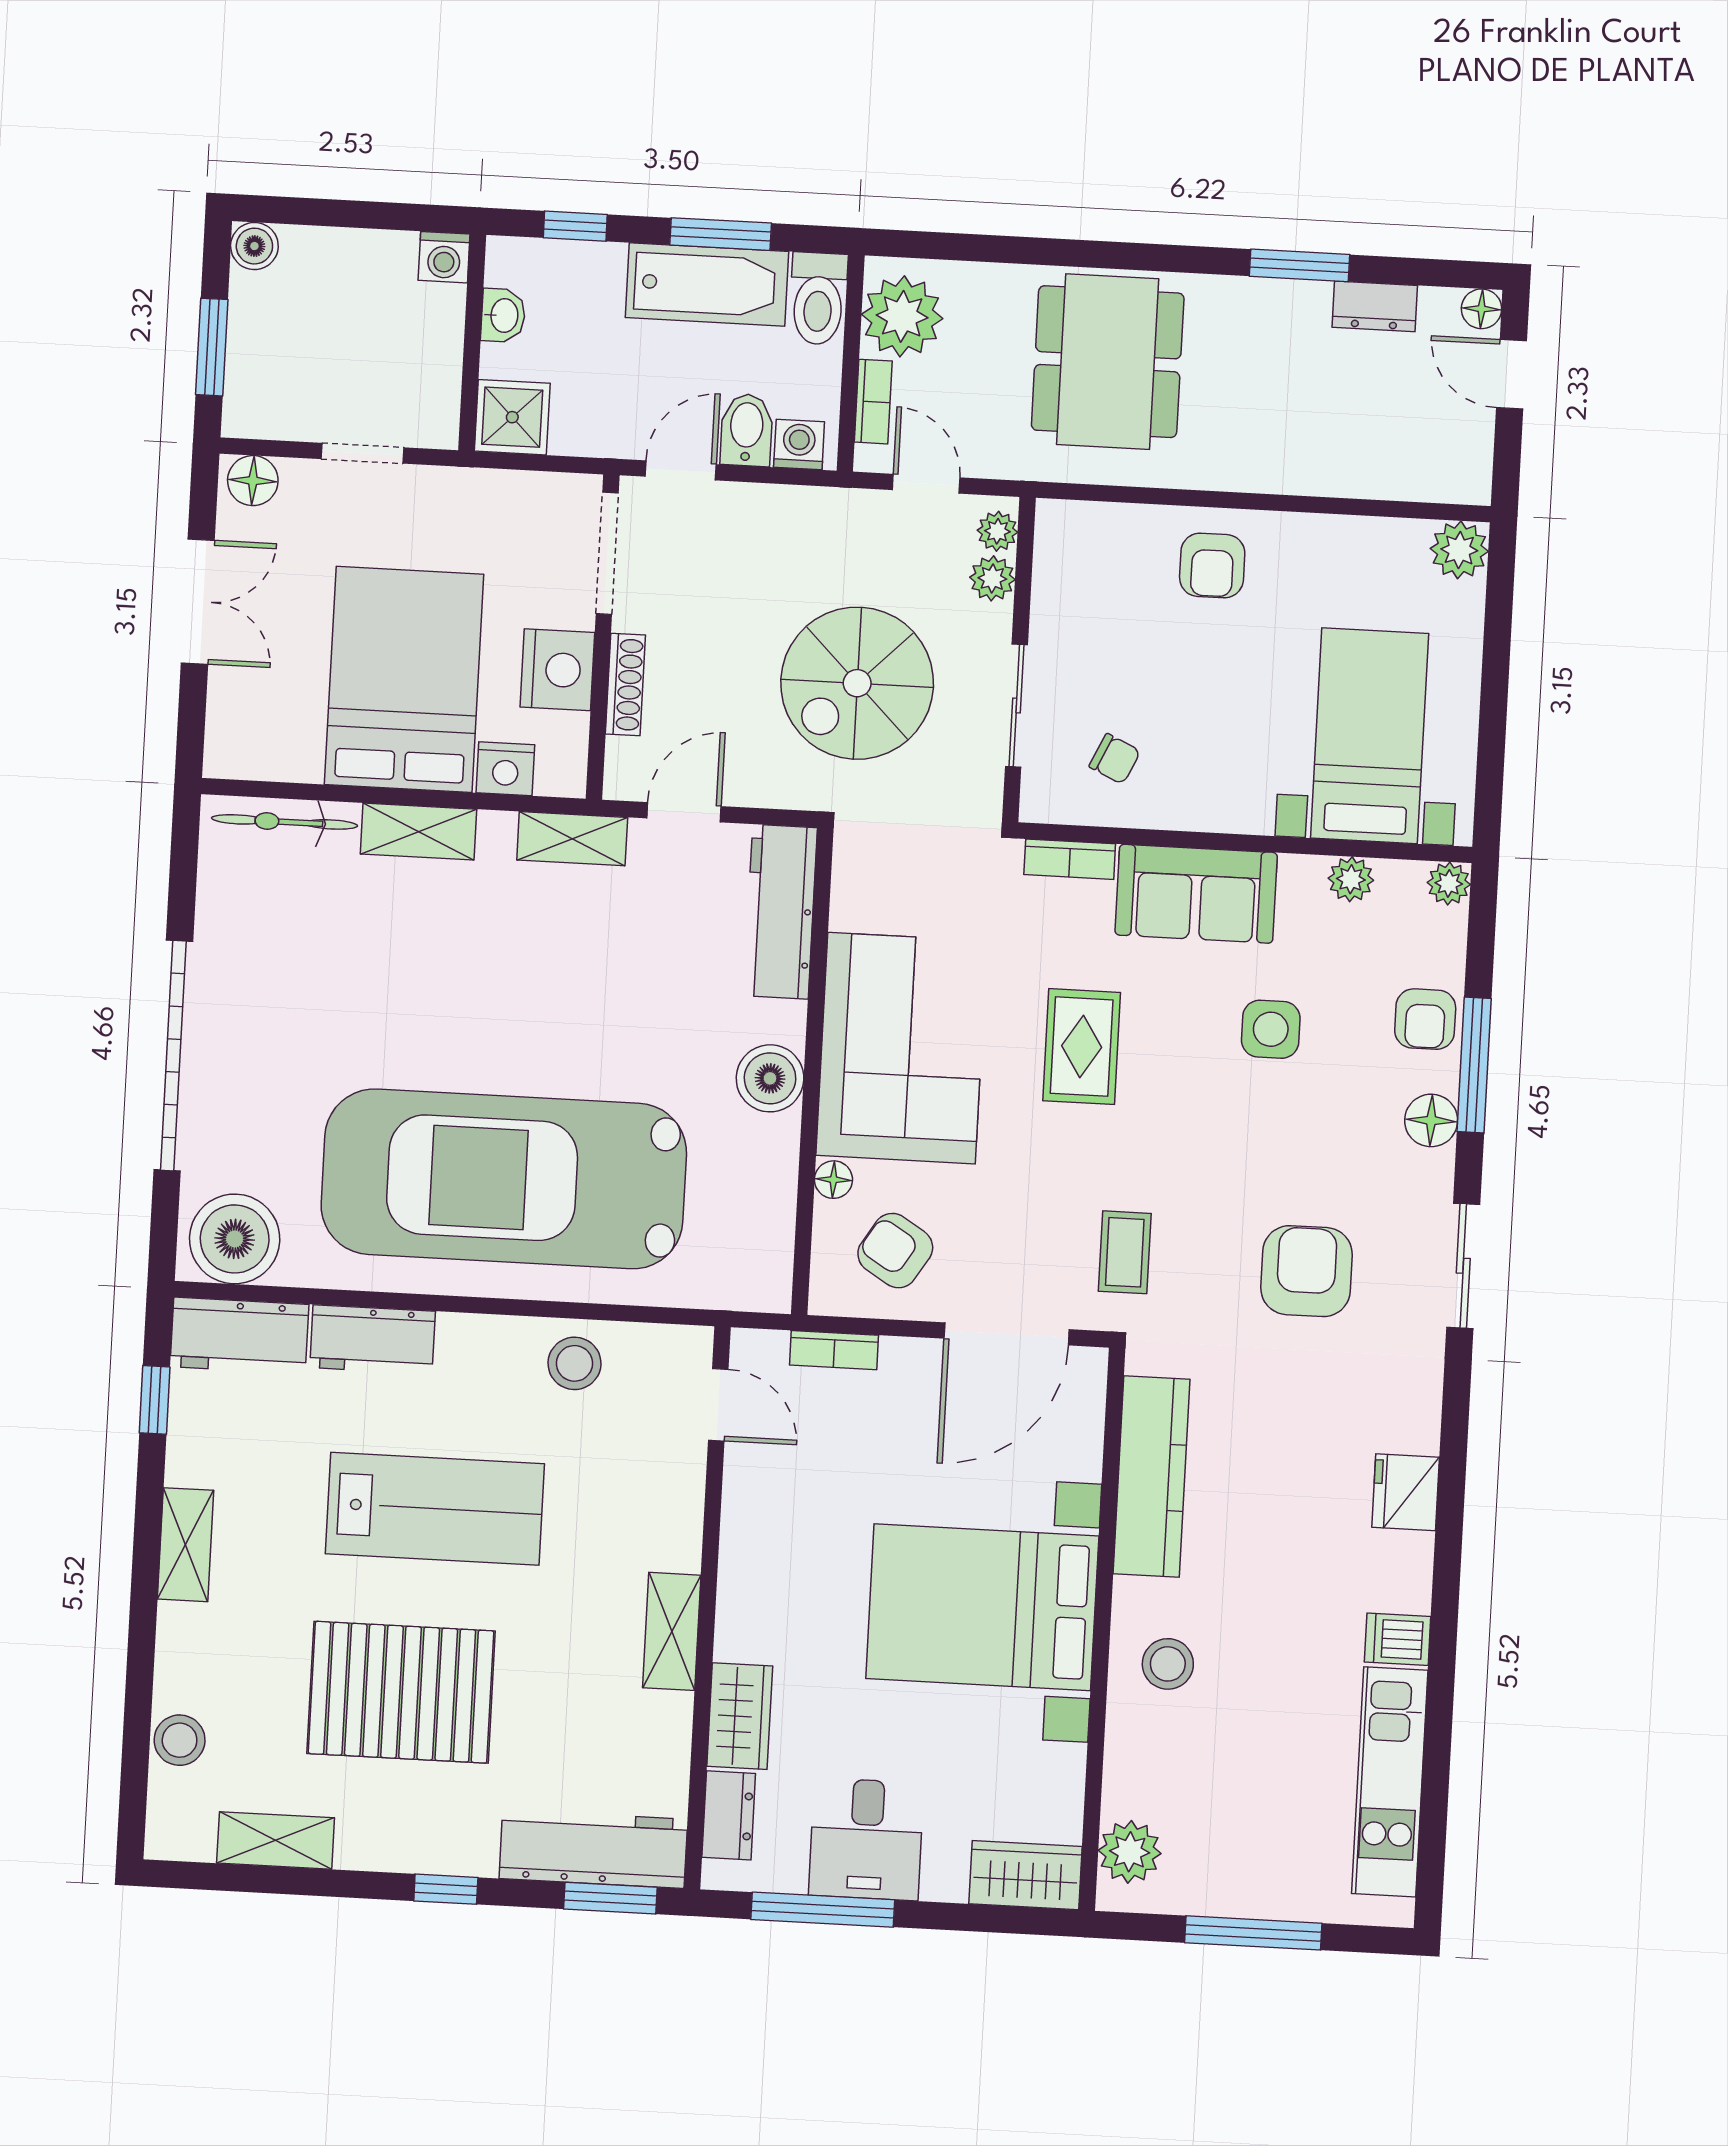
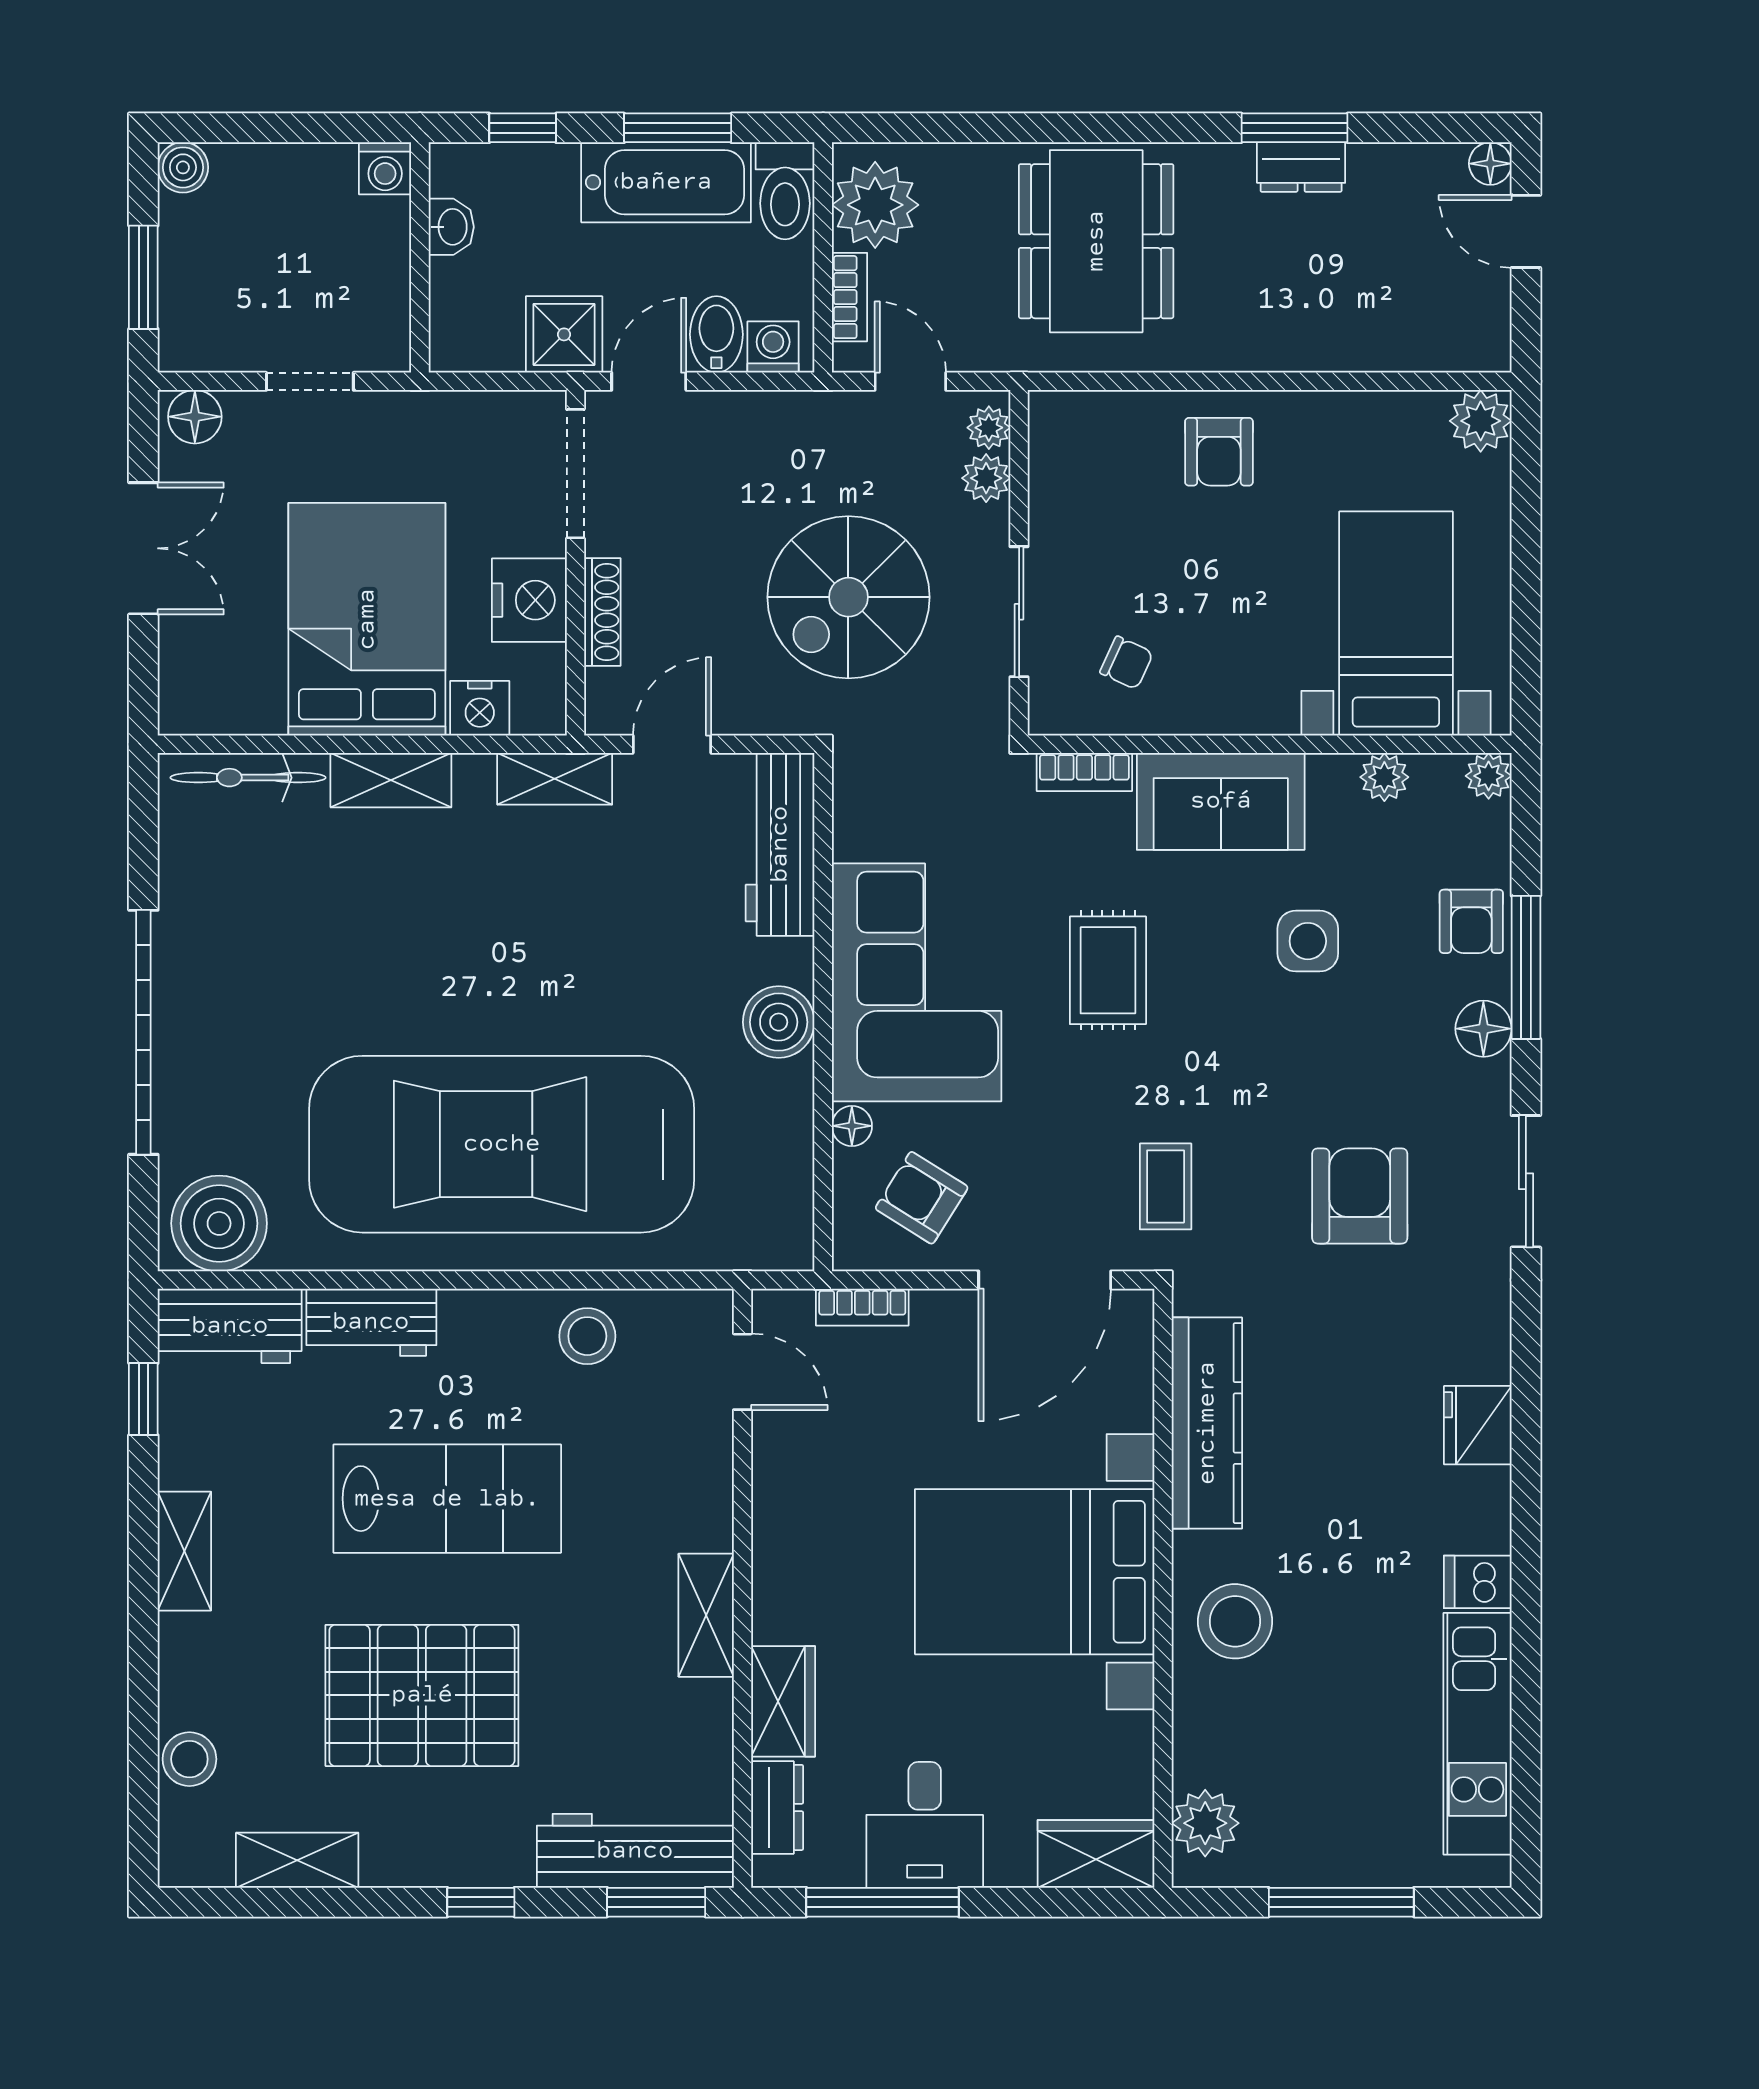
dresser: (1375, 306) -> (1301, 167), moved
shower: (512, 417) -> (564, 334), moved
stool: (1168, 1664) -> (1235, 1621), width x1.38, depth x1.38

